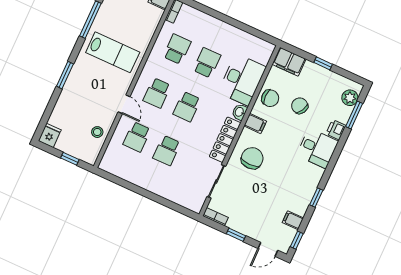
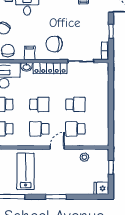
school desk: (157, 93) -> (39, 129), turned 180
school desk: (137, 137) -> (75, 129), turned 180

